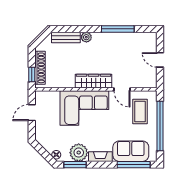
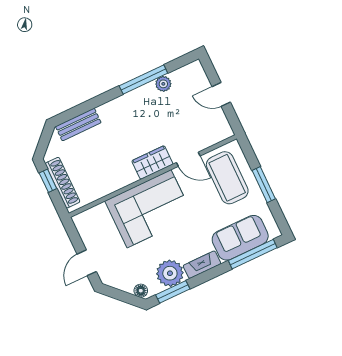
plant: (86, 37) -> (163, 84), moved
window: (32, 75) -> (48, 181), moved
wardrobe: (94, 81) -> (152, 163), width x0.67
coffee table: (140, 112) -> (227, 178), width x1.36, depth x1.32
door: (32, 113) -> (87, 263), moved
window: (160, 126) -> (264, 185), width x0.47

